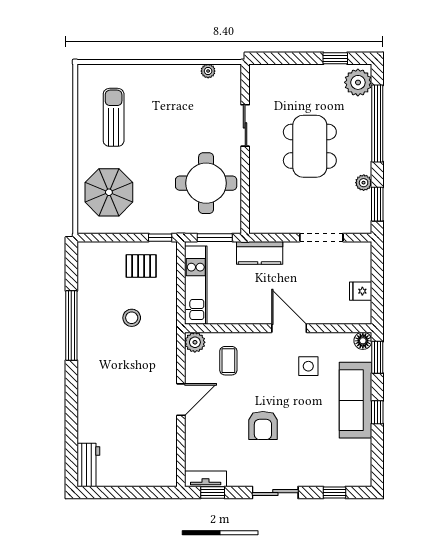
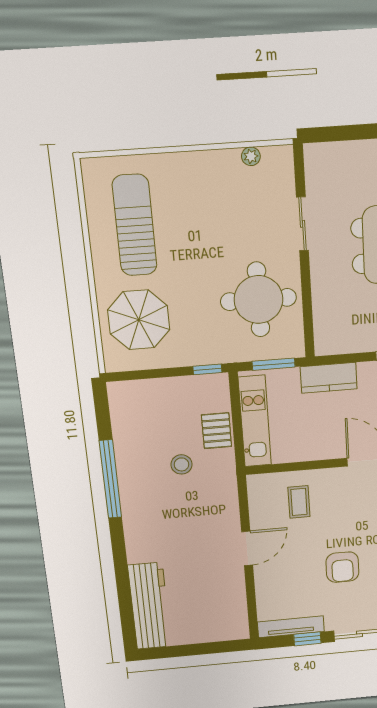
sun lounger: (114, 117) -> (135, 225), width x1.36, depth x1.34
pallet: (141, 266) -> (216, 431), moved, turned 90
plant: (195, 342) -> (259, 485), removed
workbench: (88, 465) -> (150, 606), width x1.88, depth x1.32
tv unit: (206, 479) -> (291, 627), width x1.41
window: (213, 493) -> (307, 639), moved

